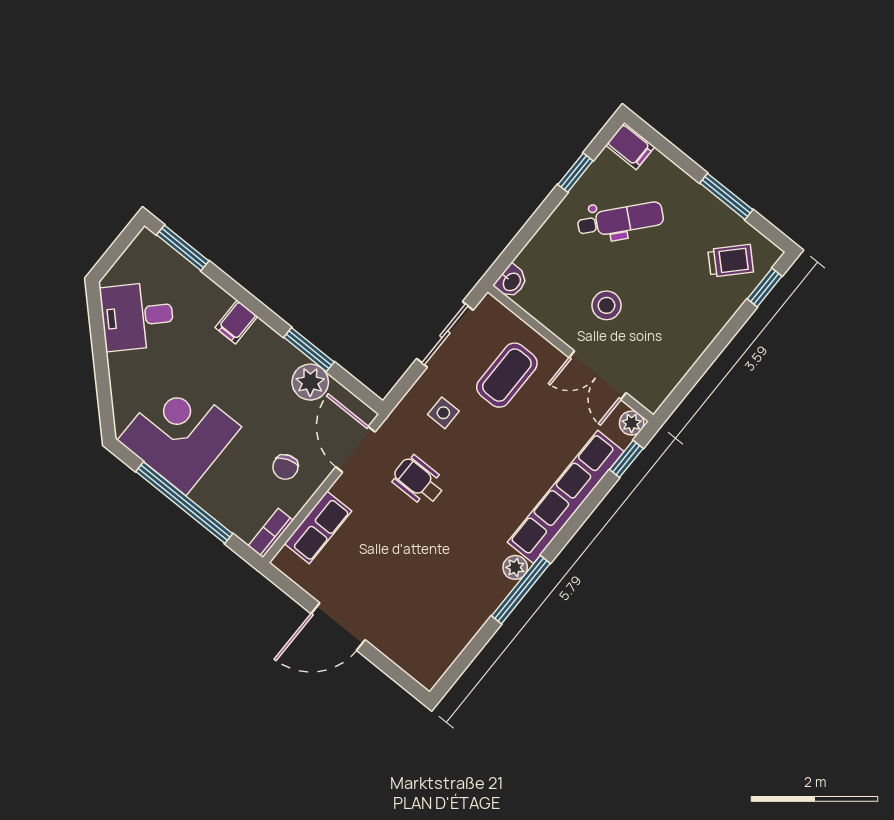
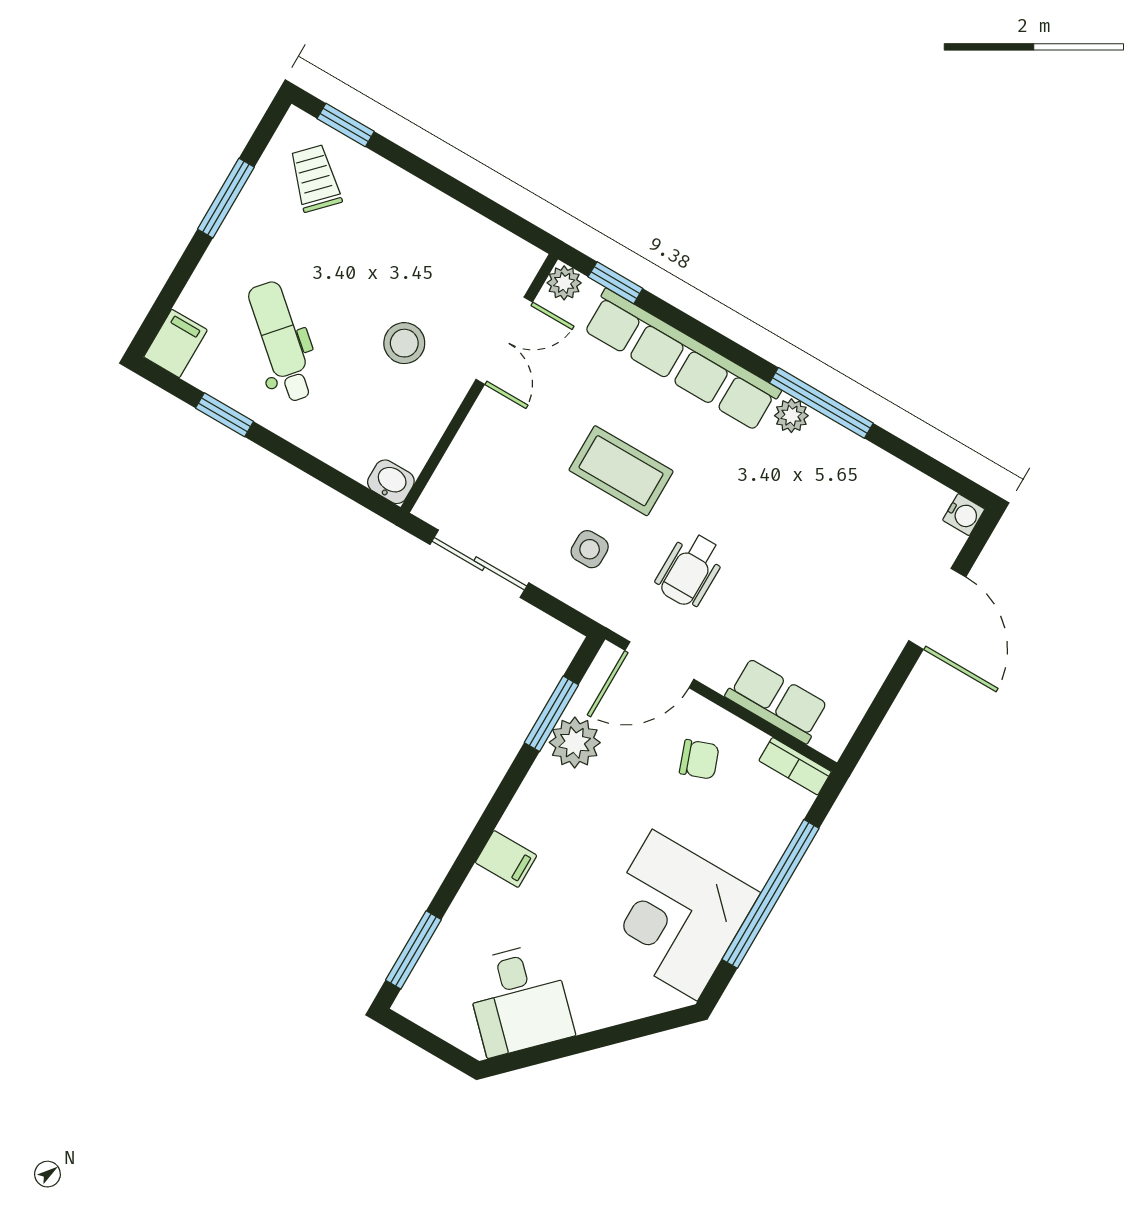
window: (309, 350) -> (551, 714), moved
coffee table: (507, 375) -> (621, 471), moved
door: (338, 627) -> (937, 609), moved
water cooler: (428, 677) -> (964, 515), added

